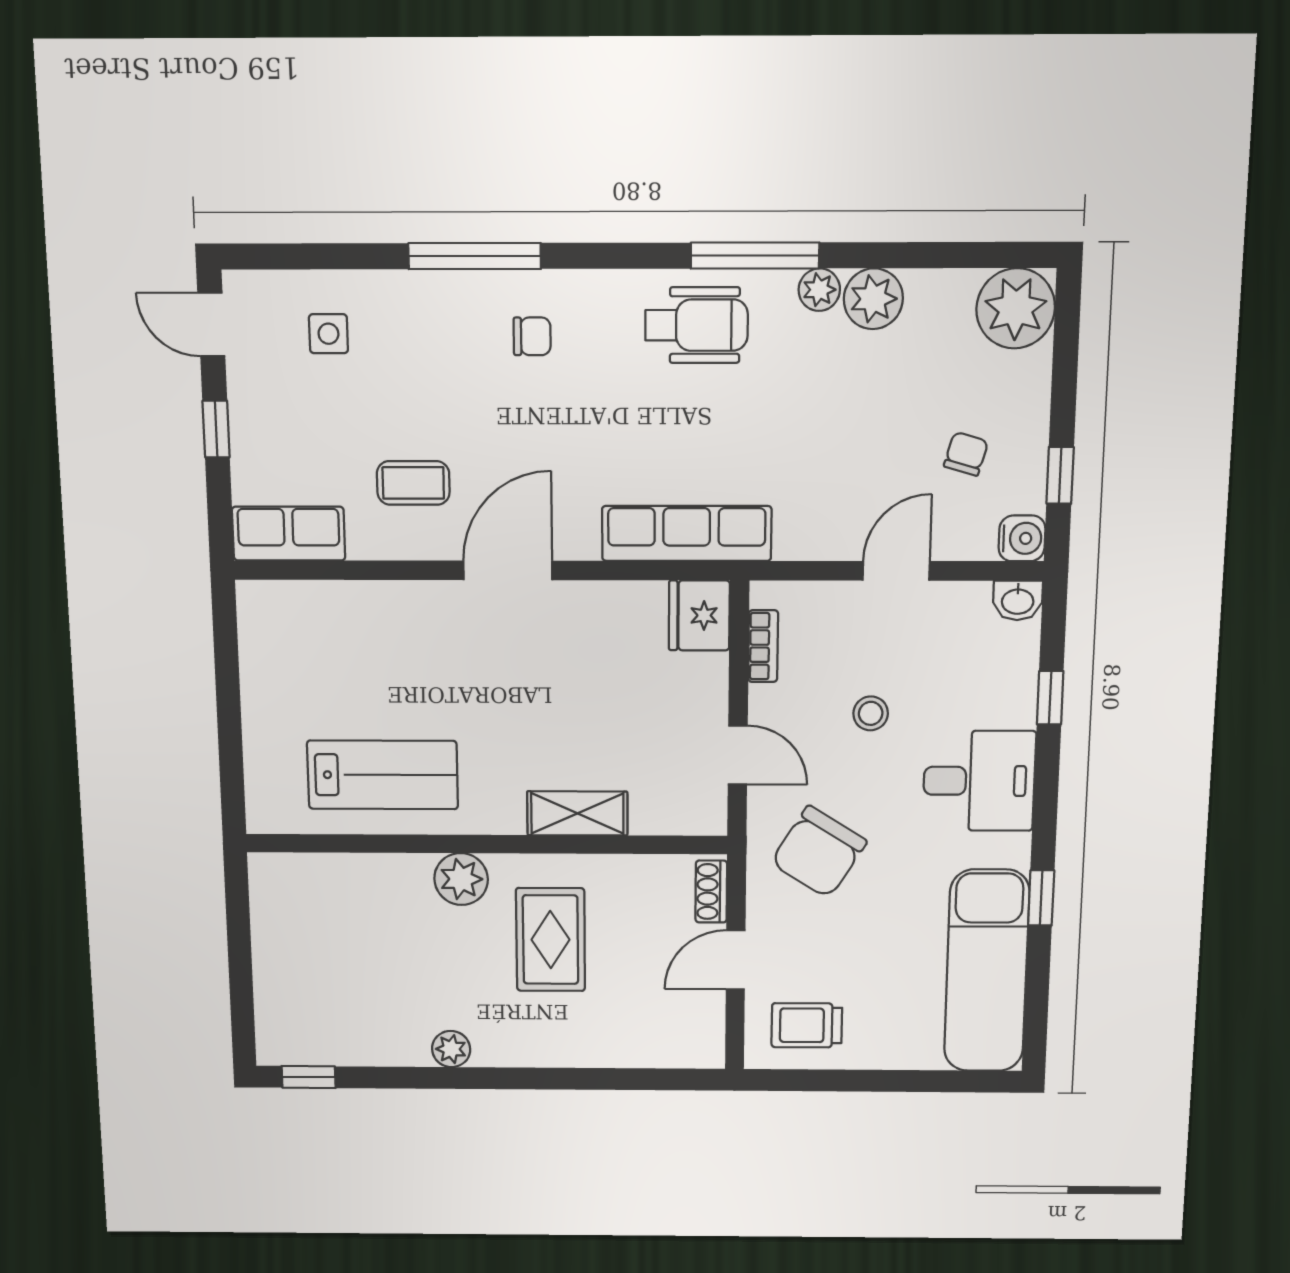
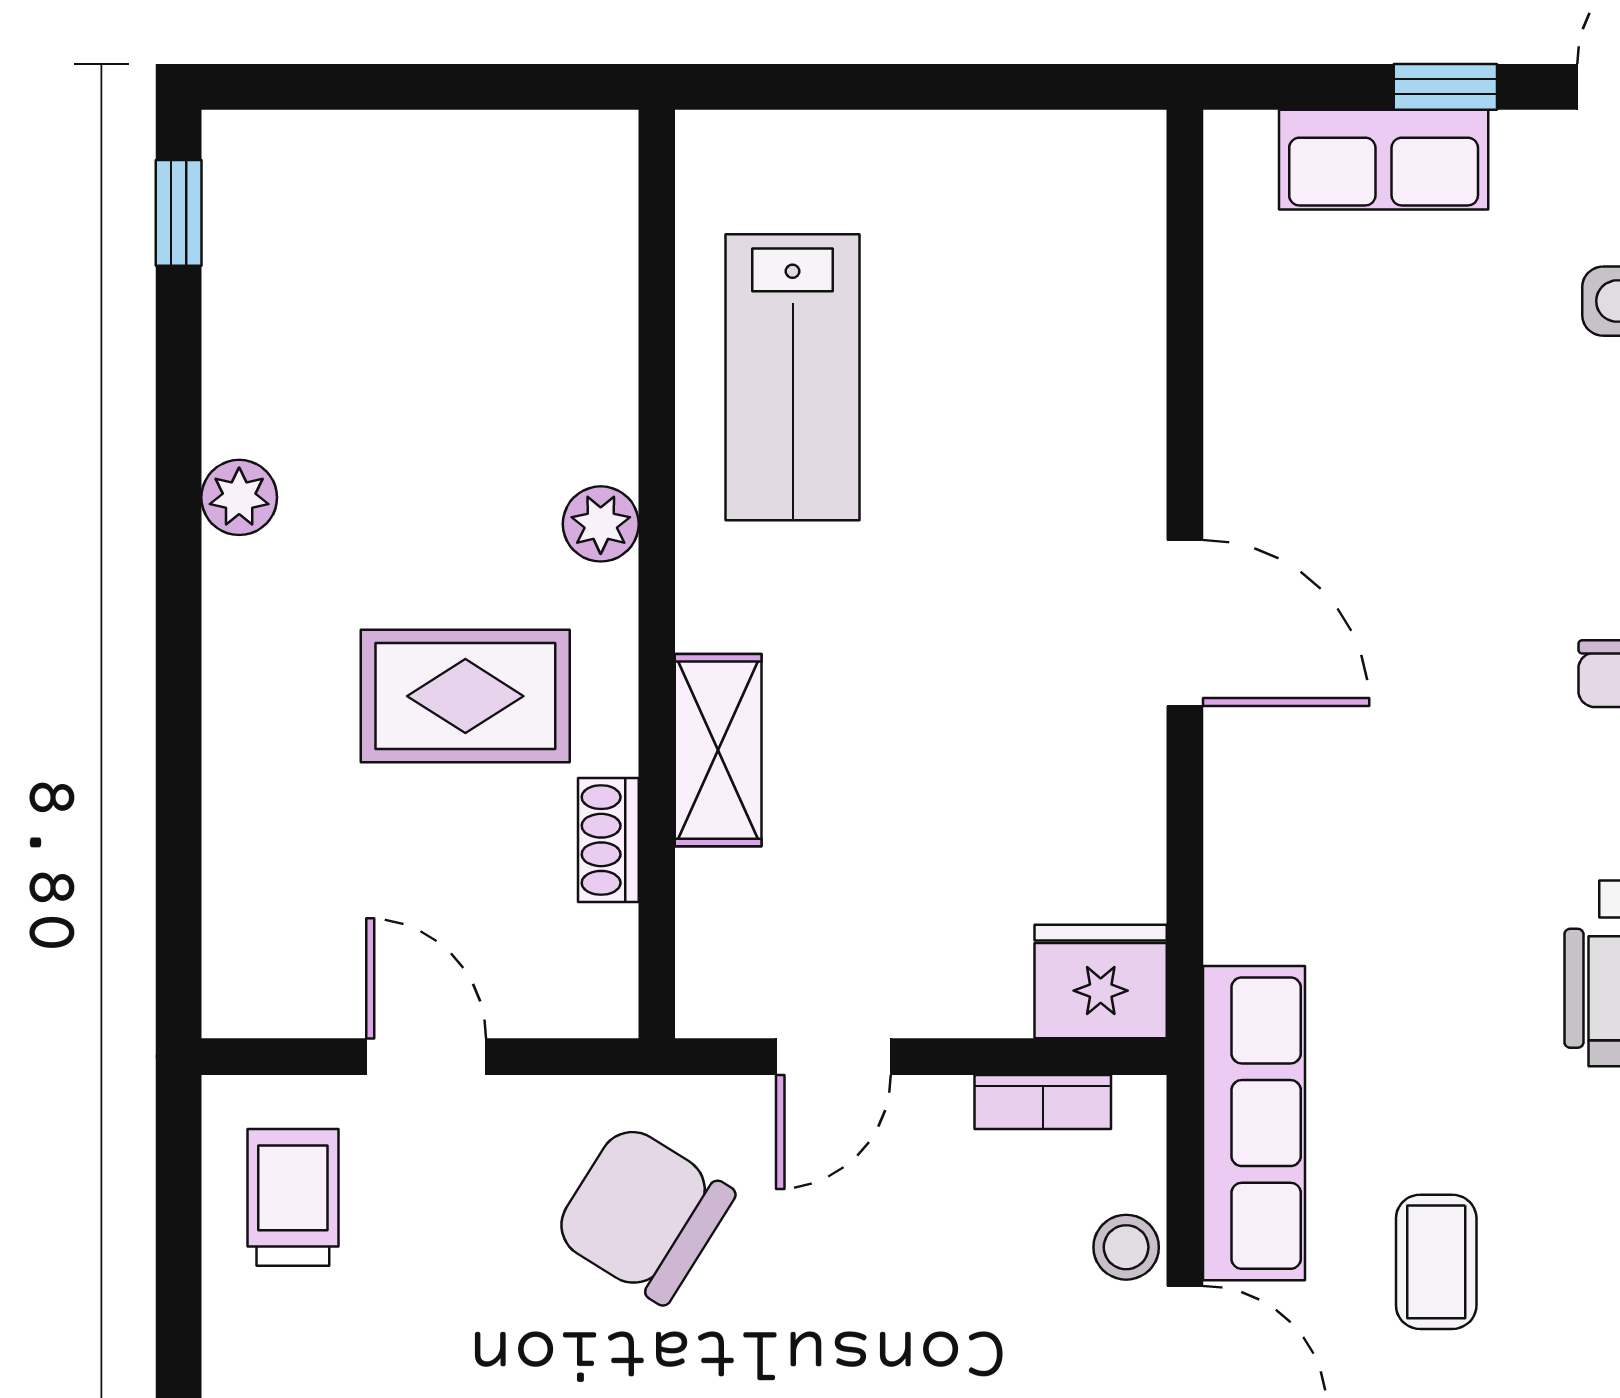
coffee table: (413, 483) -> (1436, 1262), moved
row of seats: (687, 533) -> (1254, 1123), moved
row of seats: (289, 534) -> (1384, 160), moved, turned 90
stool: (871, 713) -> (1126, 1247), moved
plant: (461, 879) -> (601, 524), width x0.73, depth x0.73
shoe rack: (711, 892) -> (608, 840), moved, turned -90

